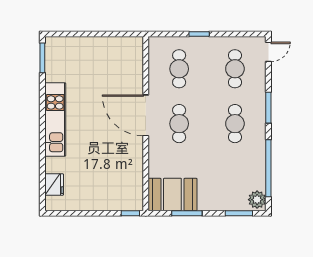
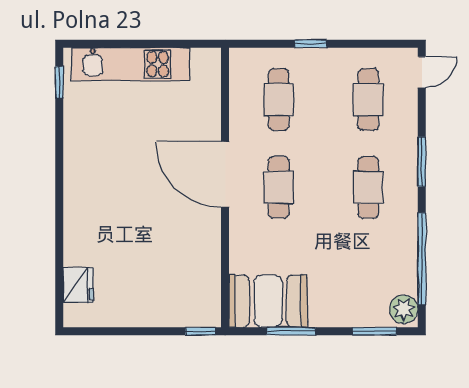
window: (42, 58) -> (59, 82), width x0.67
kitchen unit: (55, 119) -> (130, 64), moved, turned 90

